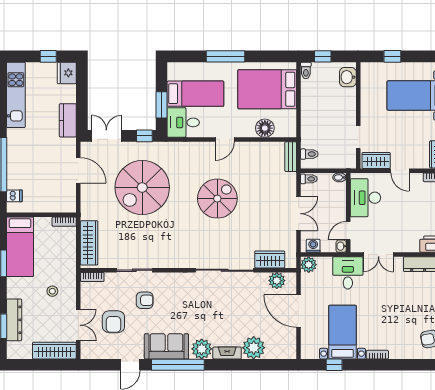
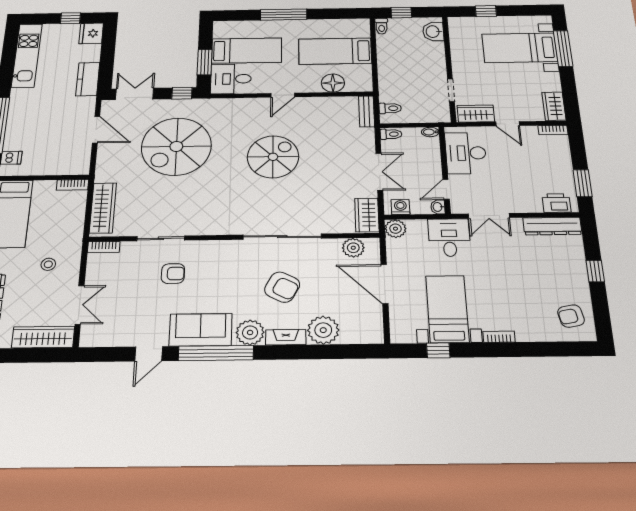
bed: (267, 89) -> (335, 51), width x0.67
wardrobe: (270, 259) -> (367, 215), moved, turned -90
armchair: (113, 322) -> (282, 287), moved, turned -62

